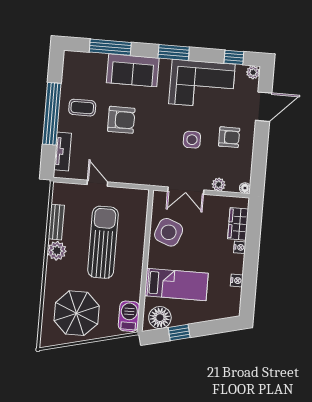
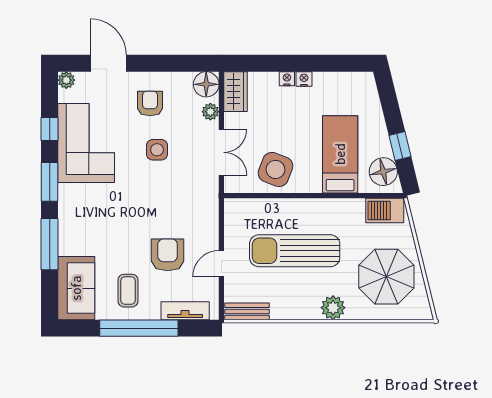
window: (110, 47) -> (50, 244), moved
window: (234, 57) -> (50, 129), moved
sofa: (133, 70) -> (76, 288), moved
armchair: (121, 120) -> (168, 255), moved
floor lamp: (245, 188) -> (206, 84), width x1.89, depth x1.89
bench: (56, 222) -> (247, 311), moved
wardrobe: (238, 224) -> (235, 92), moved, turned -90
plant: (57, 251) -> (333, 308), moved
nightstand: (237, 281) -> (304, 79), moved

